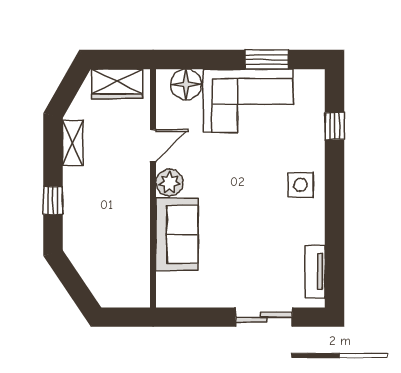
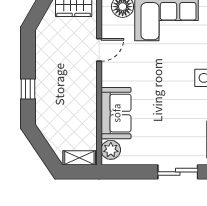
shelving: (73, 143) -> (79, 158), moved, turned 90
plant: (169, 183) -> (111, 150), moved

